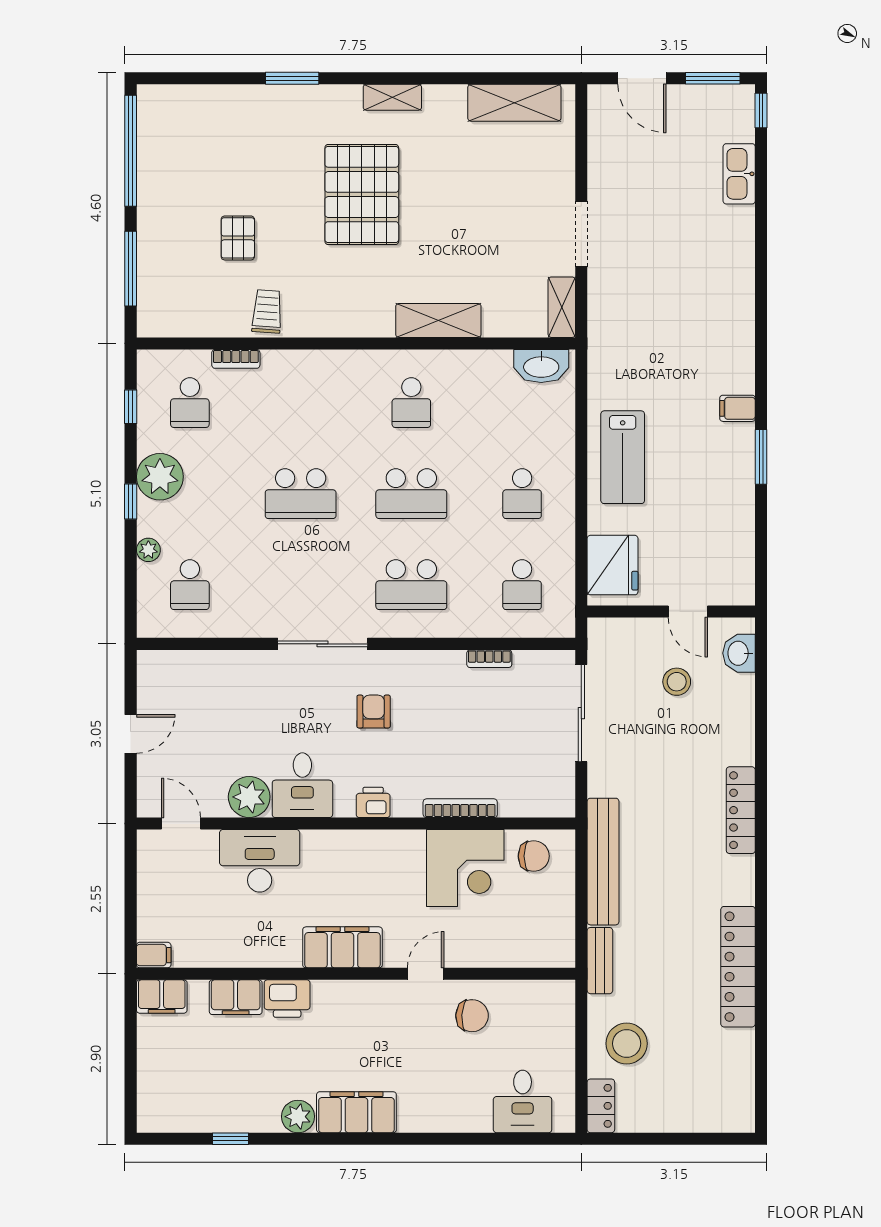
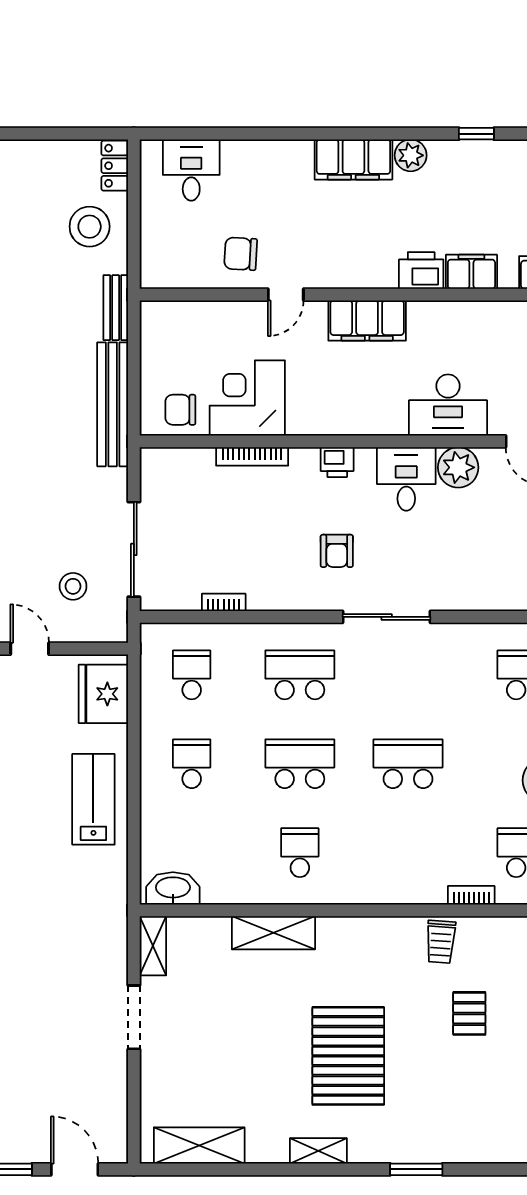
stool: (677, 682) -> (73, 586), moved

